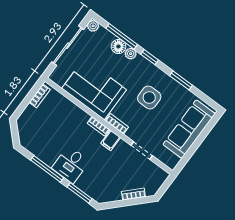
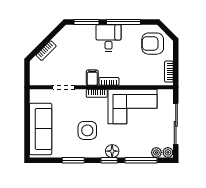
floor lamp: (118, 47) -> (112, 151), moved
plant: (131, 54) -> (156, 152), moved
armchair: (36, 131) -> (153, 44), added

